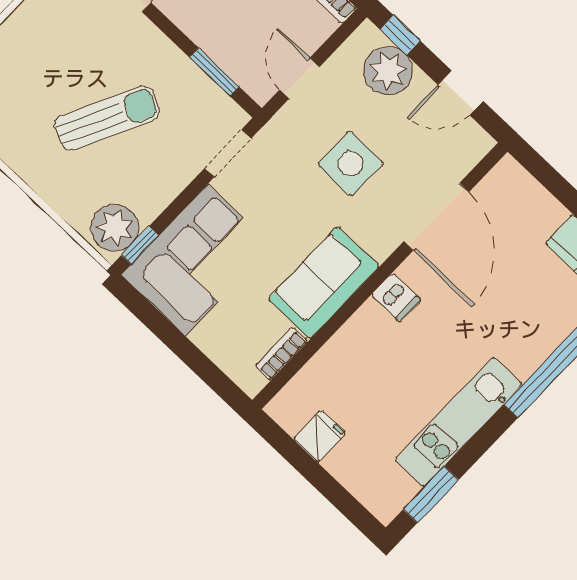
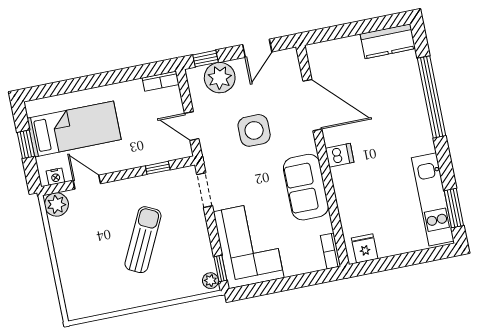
window: (214, 72) -> (158, 168), width x0.67
plant: (115, 228) -> (210, 281), width x0.53, depth x0.53
bookcase: (281, 354) -> (331, 251), moved
kitchen unit: (459, 422) -> (433, 199), moved
fridge: (320, 436) -> (365, 248), moved

